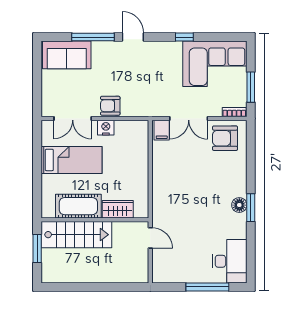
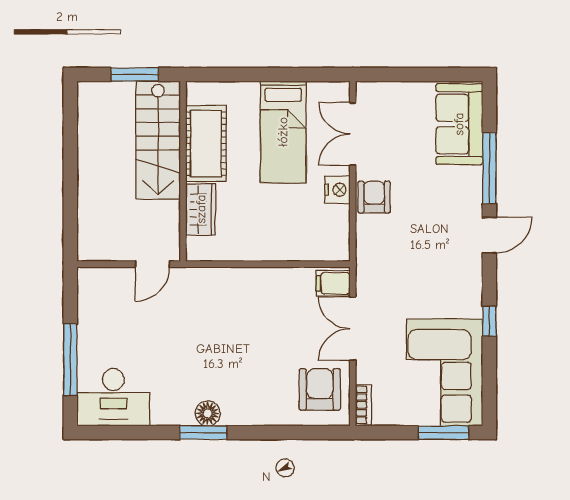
window: (251, 87) -> (444, 433), moved

